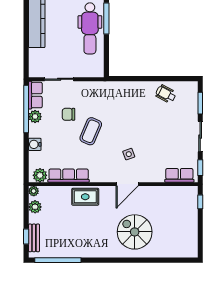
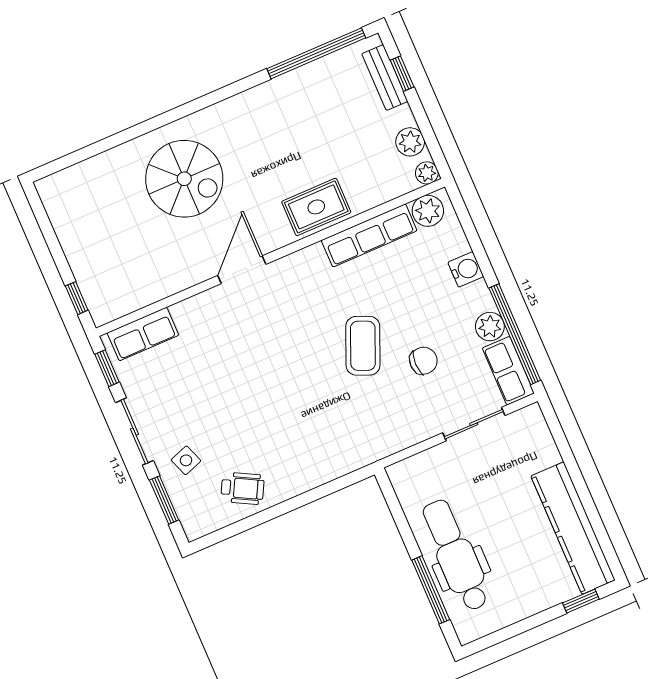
side table: (129, 154) -> (186, 460), moved

